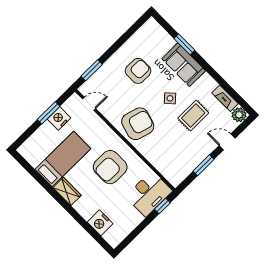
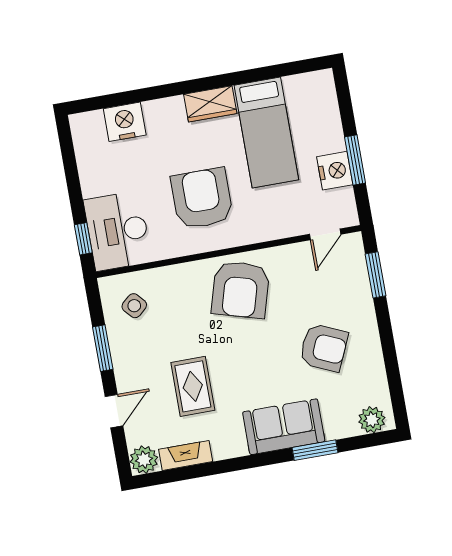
plant: (155, 29) -> (372, 420), added
armchair: (138, 71) -> (324, 348), turned -66
side table: (170, 98) -> (134, 306), moved

